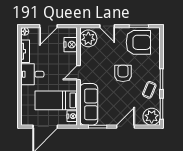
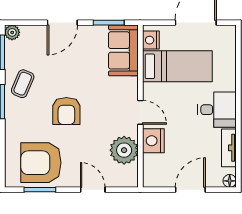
plant: (88, 38) -> (124, 150), moved
nightstand: (71, 45) -> (153, 141), moved
door: (78, 73) -> (140, 112), hinge flipped
sofa: (89, 104) -> (123, 50), width x0.73
plant: (152, 117) -> (12, 32), width x0.53, depth x0.53

